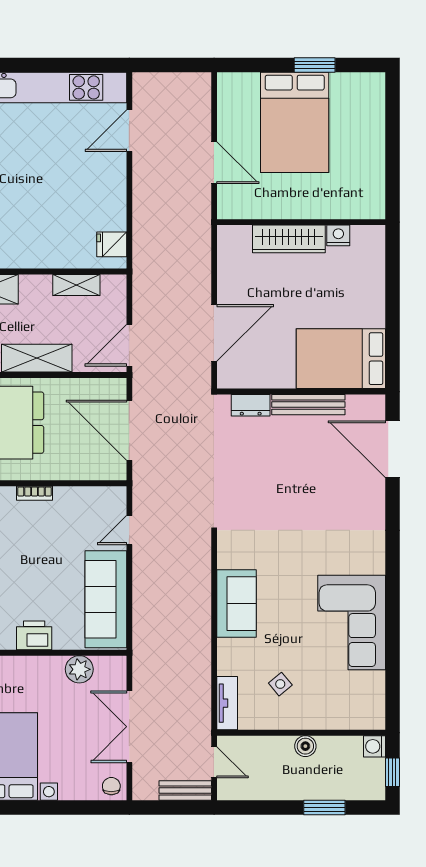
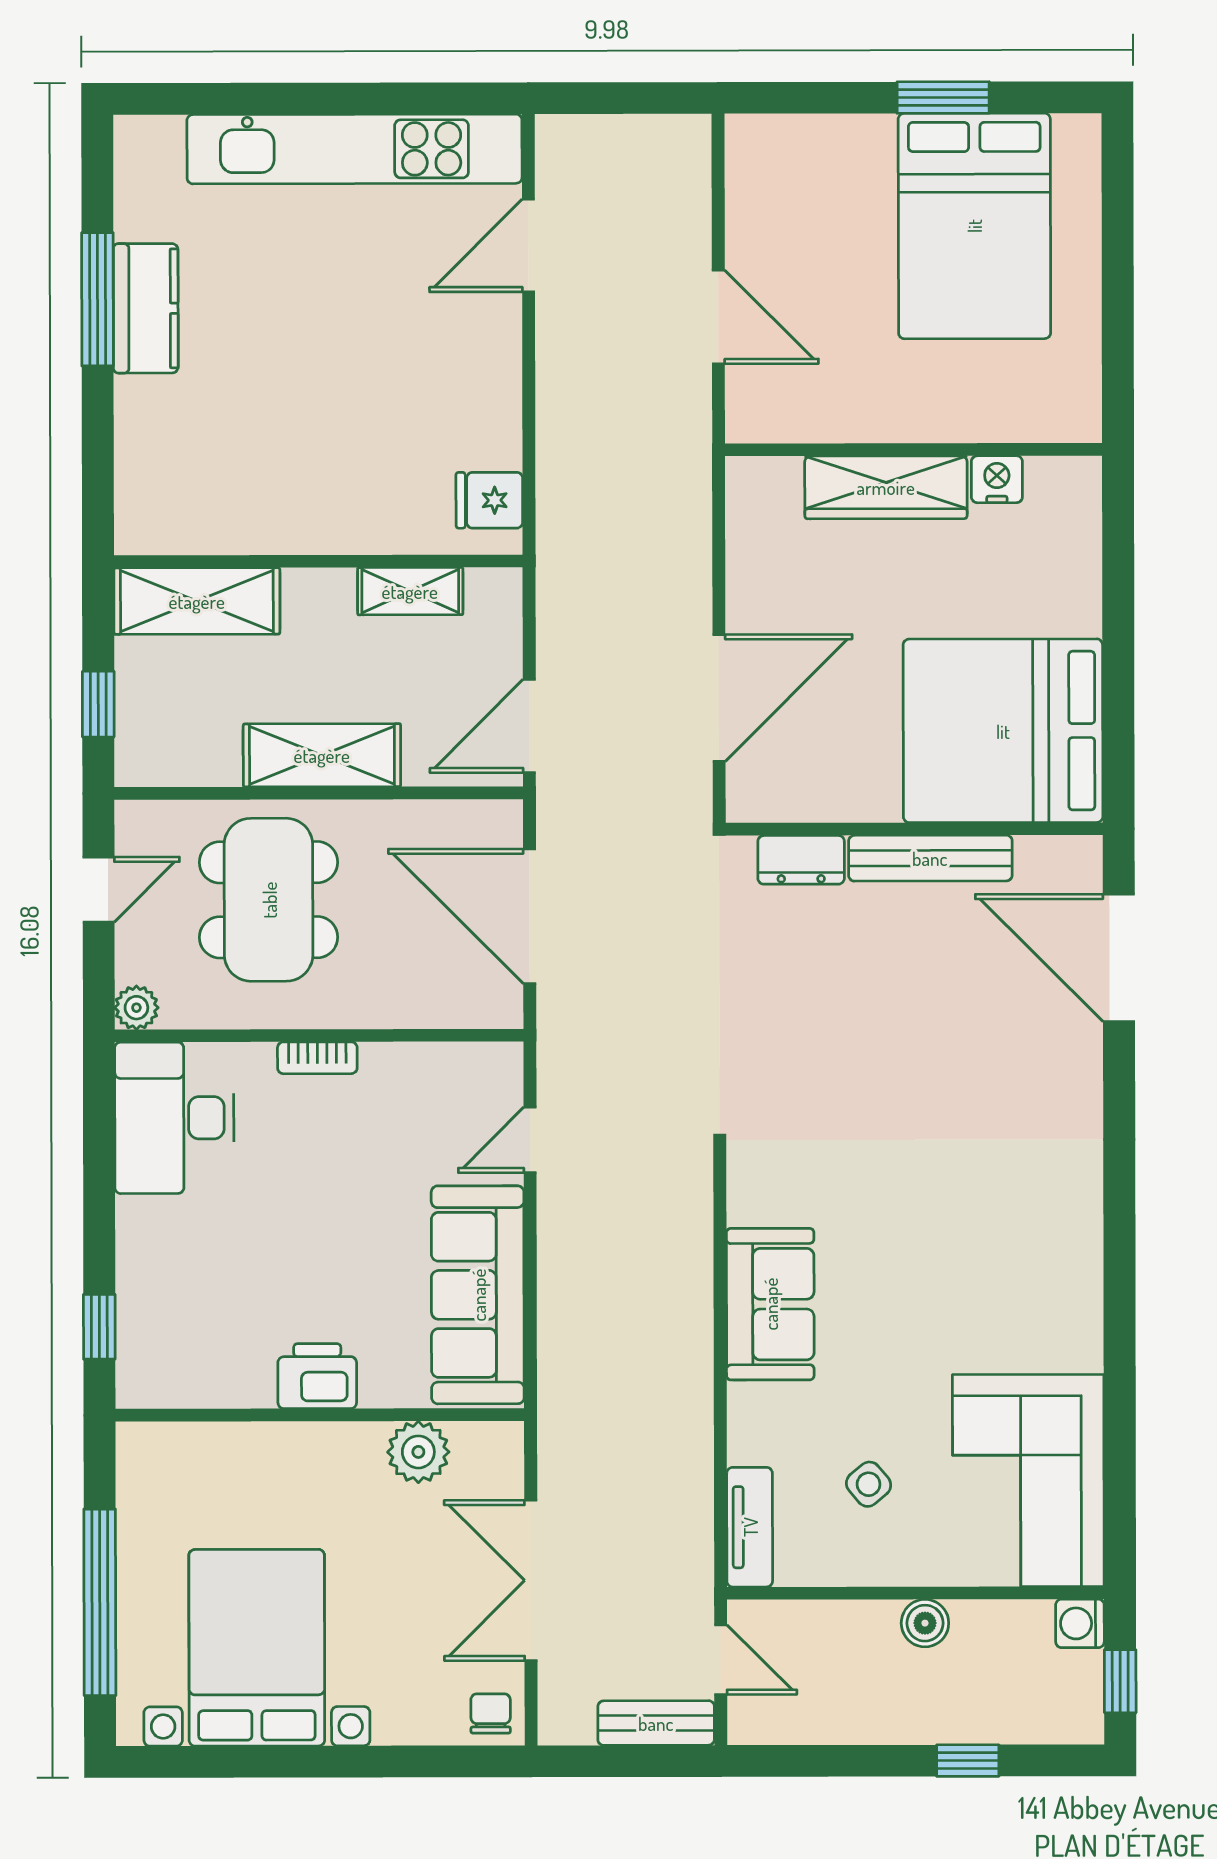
bed: (295, 122) -> (974, 226), moved
bed: (341, 359) -> (1003, 731), width x1.36
corner sofa: (352, 623) -> (1028, 1480), moved
window: (324, 808) -> (968, 1761), width x0.67

